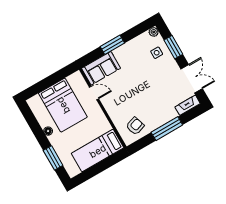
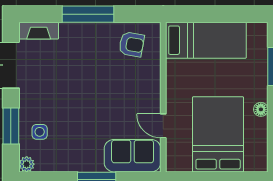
armchair: (135, 126) -> (131, 44), turned -152

